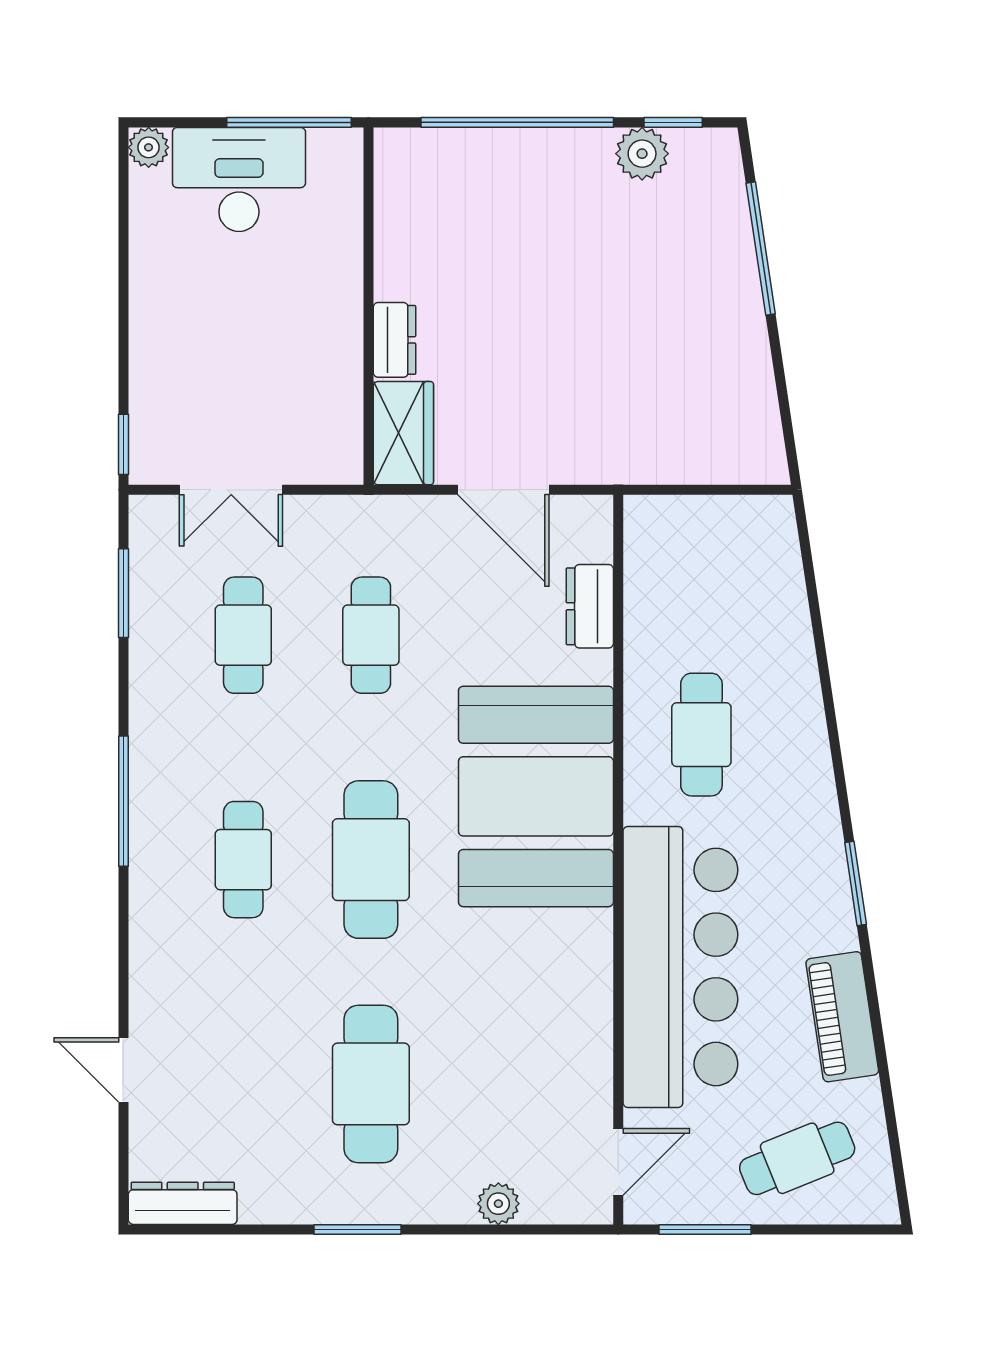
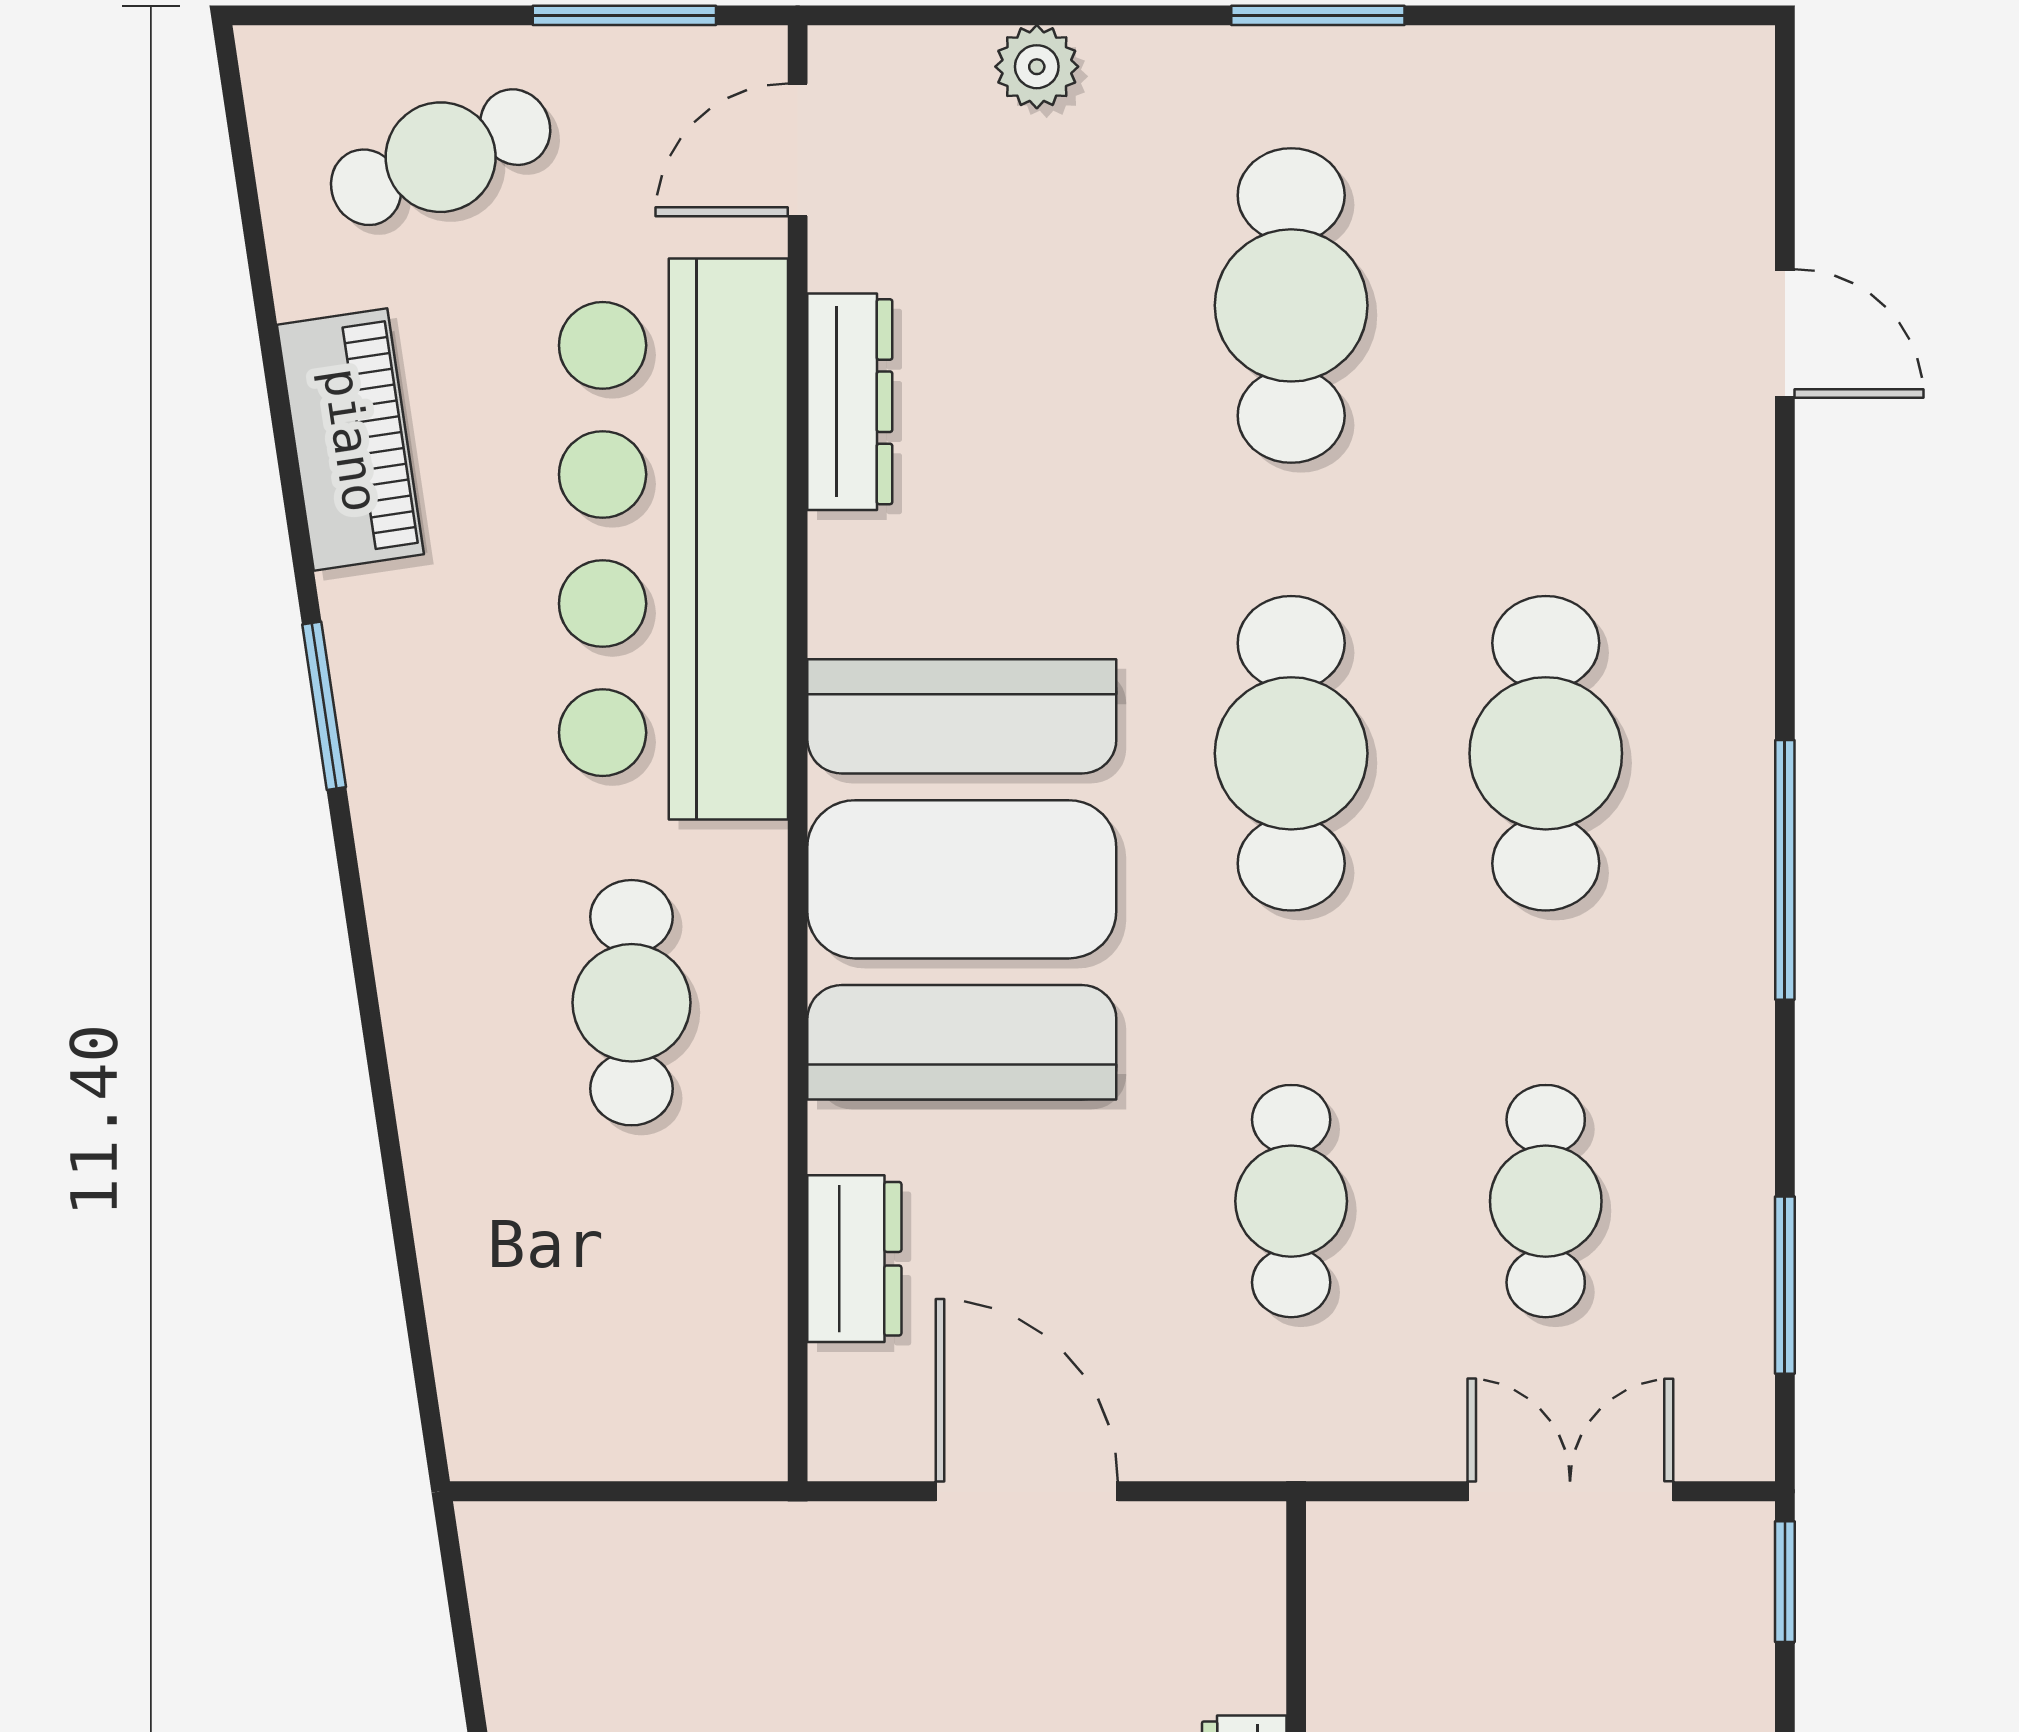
wardrobe: (403, 433) -> (1226, 1604), removed
cafe table: (243, 860) -> (1546, 753), width x1.37, depth x1.35
dresser: (183, 1203) -> (850, 402), moved, turned -90

